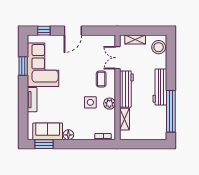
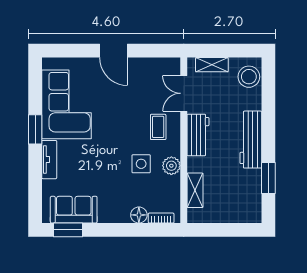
window: (44, 31) -> (68, 51), removed
door: (73, 31) -> (114, 51), hinge flipped
window: (23, 66) -> (35, 129), moved
workbench: (126, 89) -> (198, 135), width x0.73
window: (171, 111) -> (268, 178), width x0.47
floor lamp: (68, 135) -> (139, 215), moved

